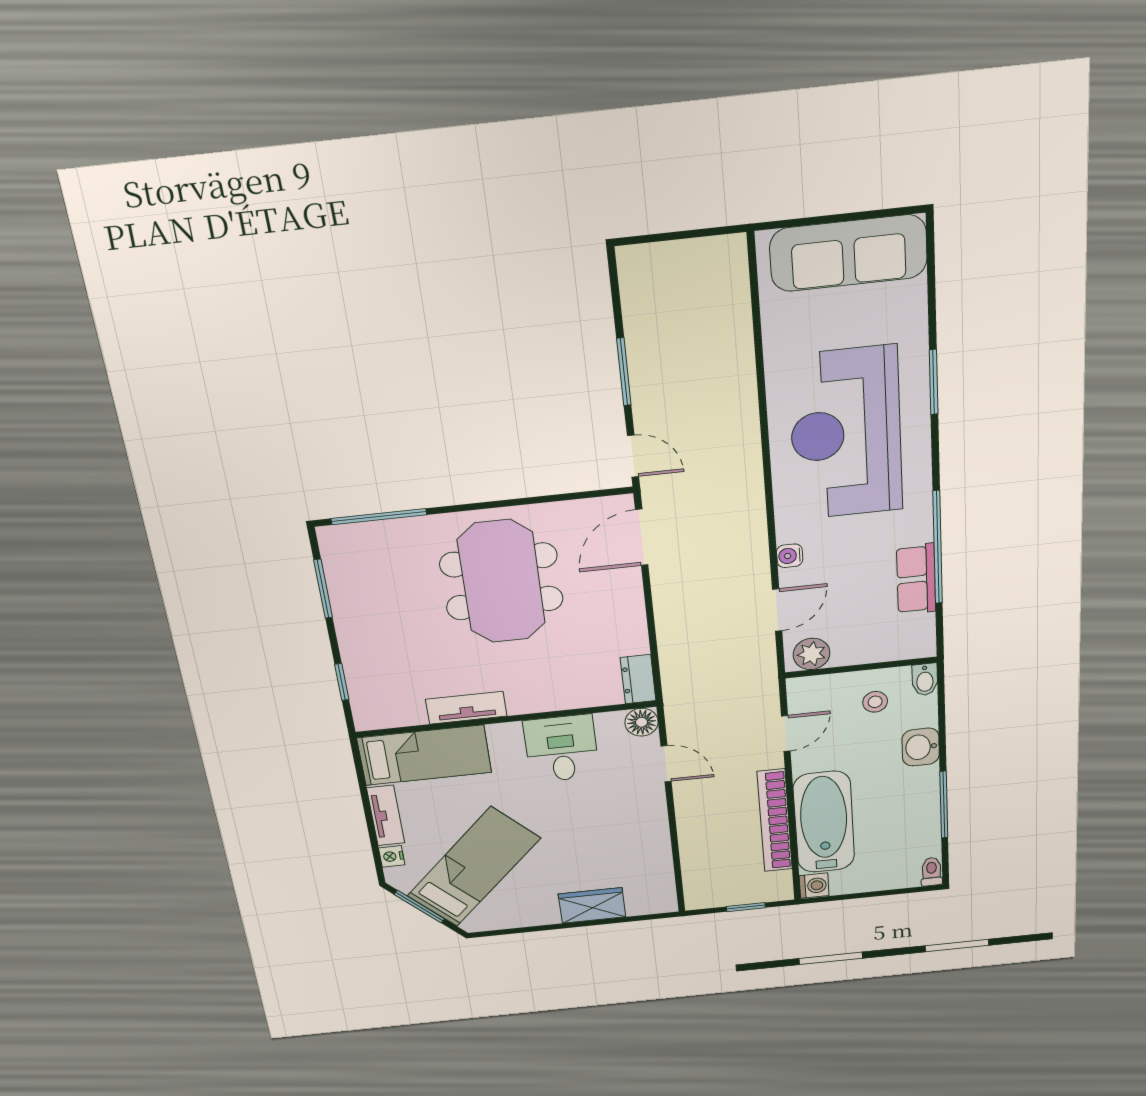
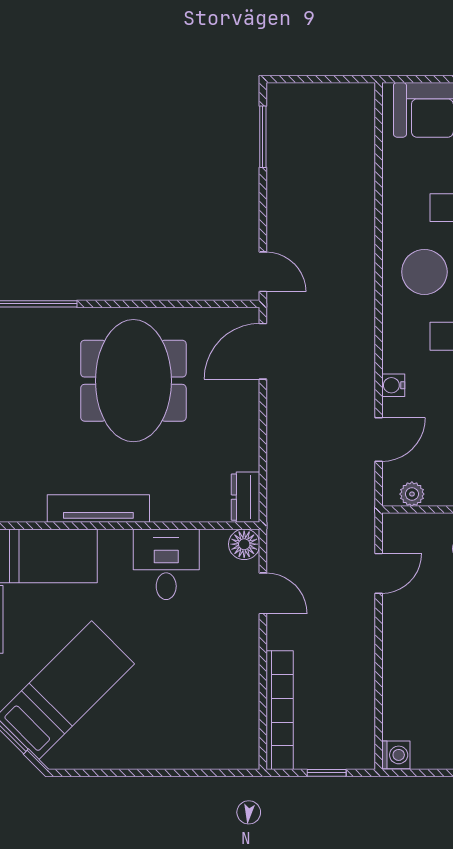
window: (624, 372) -> (263, 137), moved
plant: (811, 654) -> (412, 494), width x0.73, depth x0.73
tv unit: (466, 708) -> (98, 508), width x1.41
bookcase: (775, 821) -> (280, 710), moved, turned 180
bathtub: (824, 822) -> (409, 680), removed
wardrobe: (592, 905) -> (175, 751), removed

